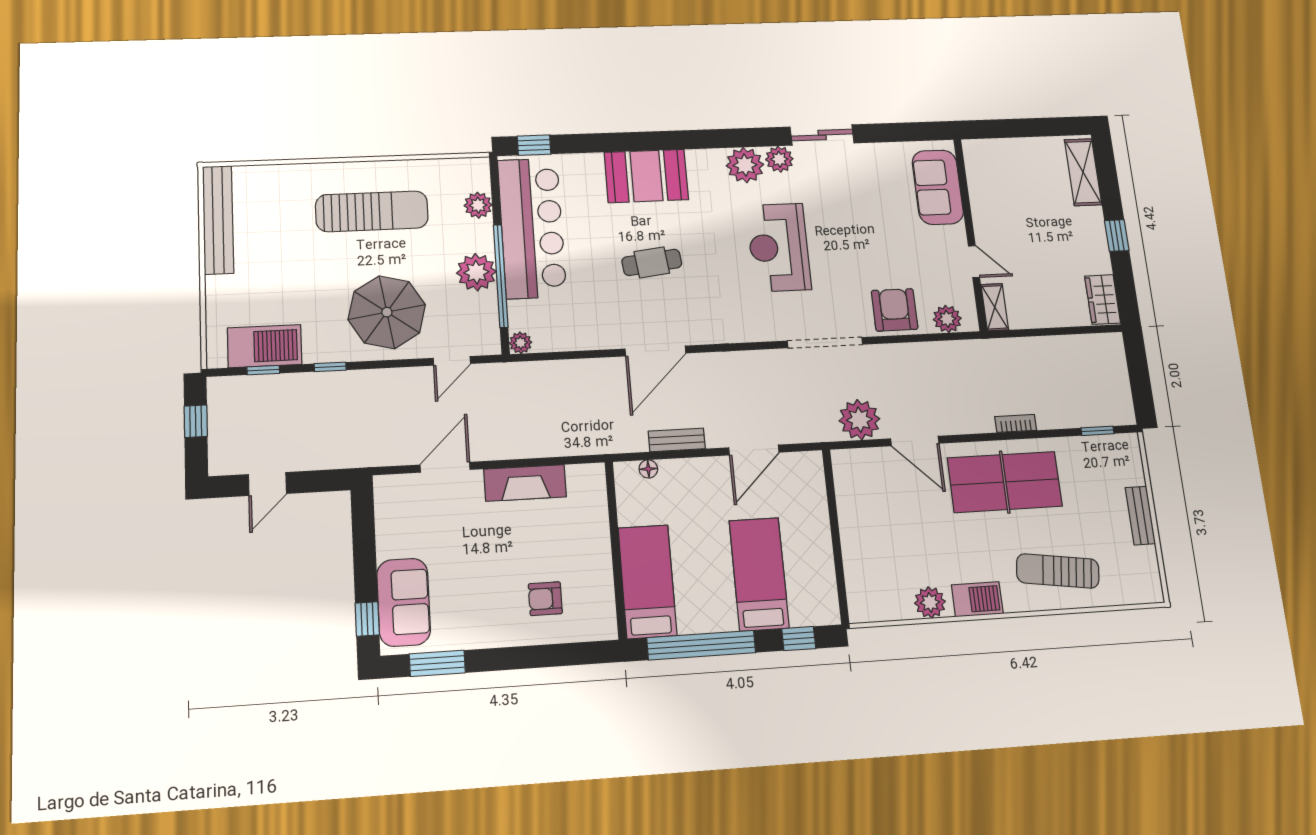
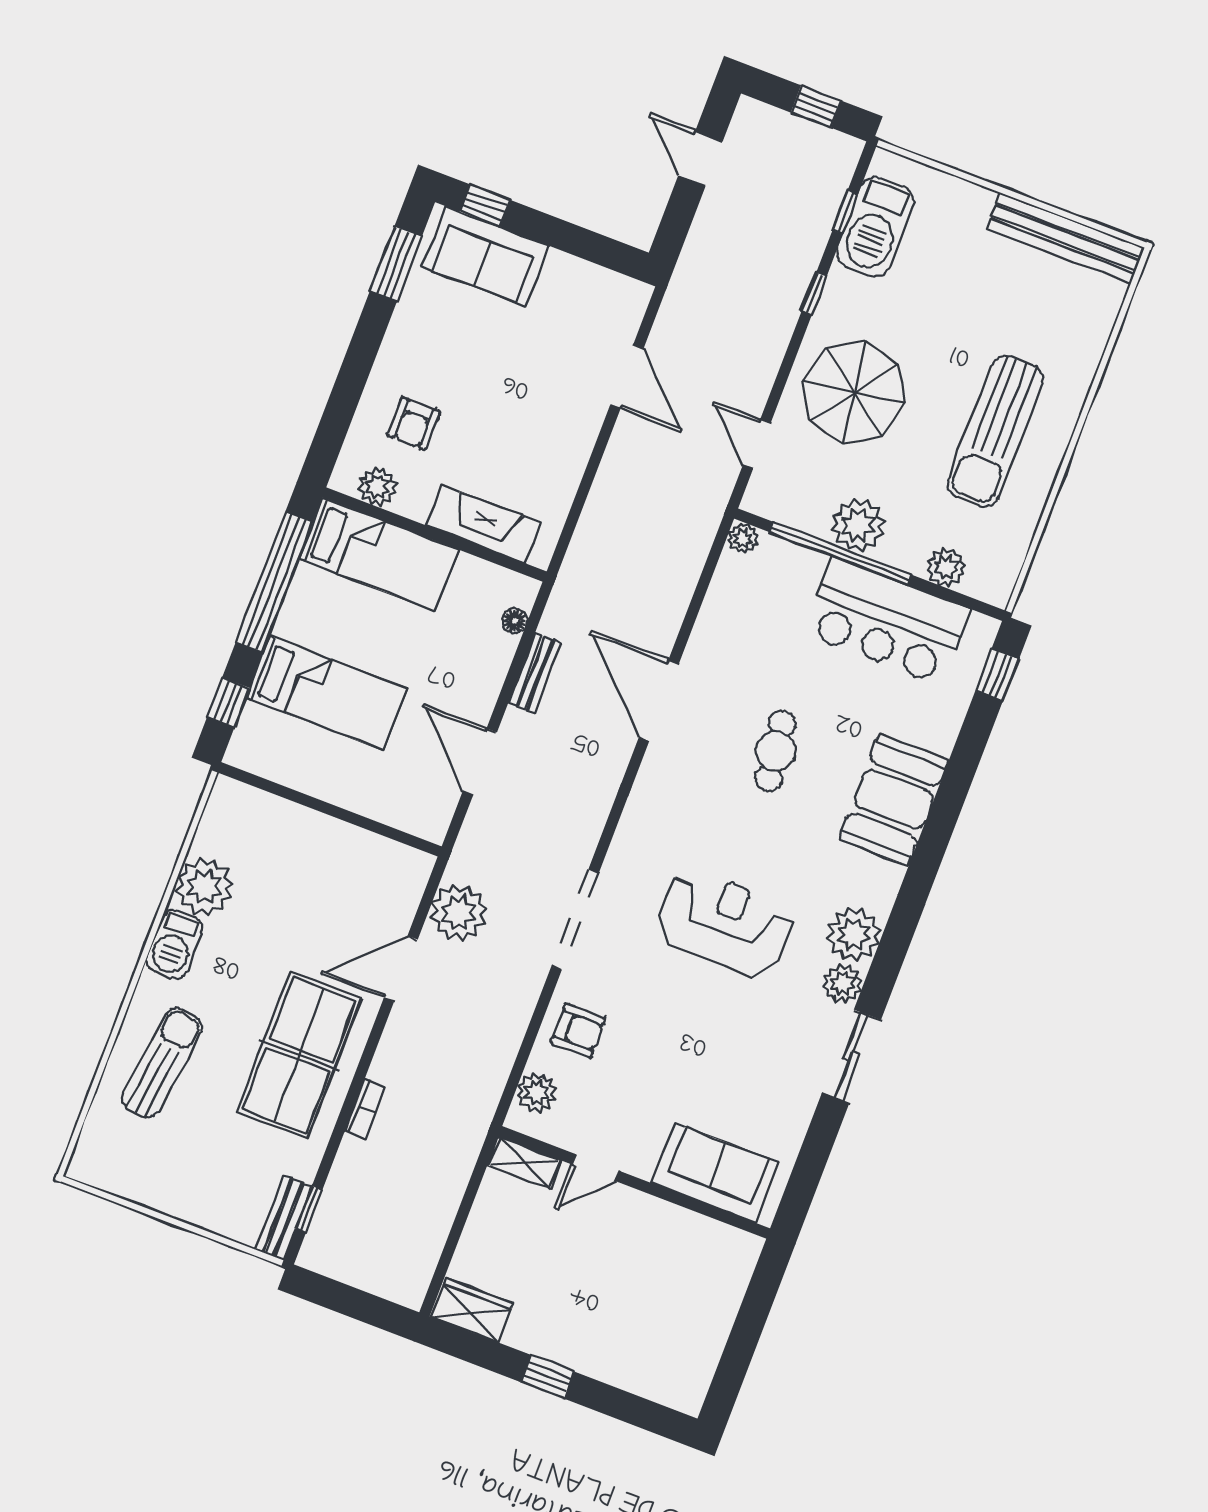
shelving: (1083, 172) -> (652, 1379), removed
bar counter: (532, 228) -> (887, 621), width x0.73
armchair: (895, 310) -> (578, 1031), width x0.72, depth x0.72
fireplace: (525, 483) -> (484, 524), moved, turned 90
bench: (1140, 516) -> (284, 1218), moved, turned 90
armchair: (545, 599) -> (414, 424), turned 180
plant: (930, 602) -> (204, 887), width x1.36, depth x1.36
plant: (601, 604) -> (377, 486), added

